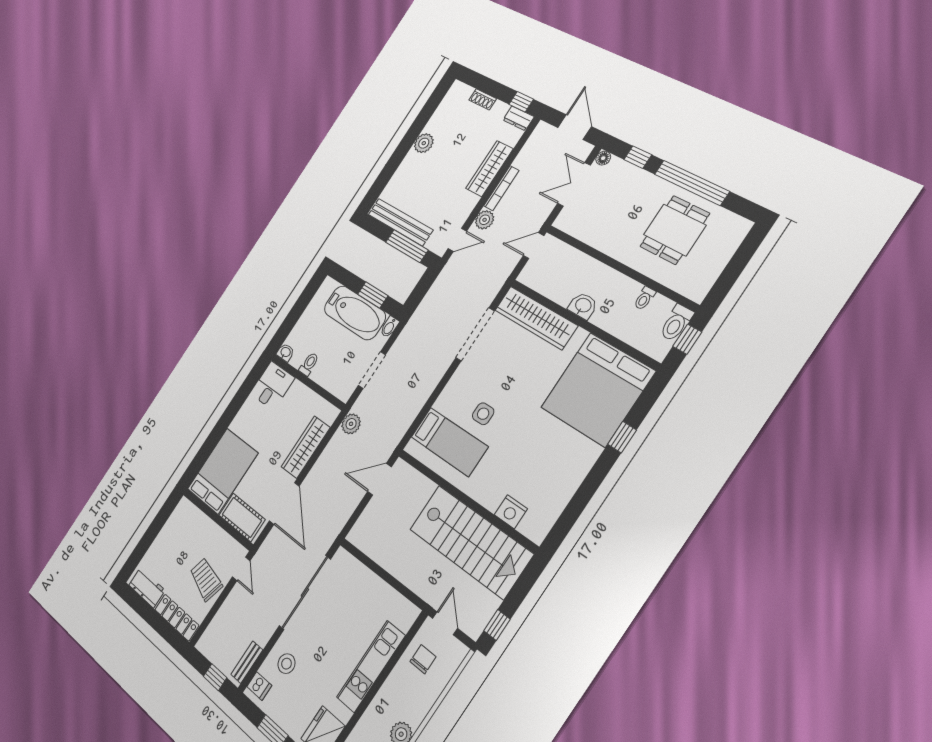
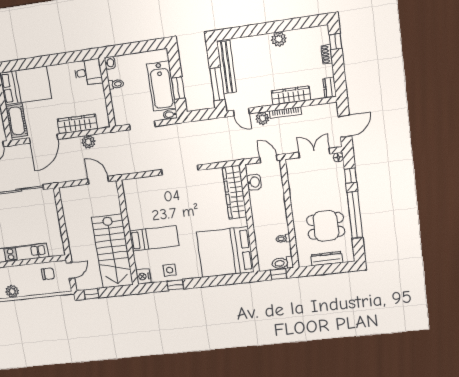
window: (521, 102) -> (335, 42), moved
dresser: (720, 258) -> (327, 259), added
washbasin: (583, 306) -> (254, 182), moved
doorway: (475, 334) -> (180, 170), moved
side table: (483, 414) -> (170, 270), moved
plant: (351, 424) -> (88, 142), moved
window: (622, 437) -> (175, 285), moved
bed: (449, 442) -> (154, 238), moved, turned -90
nightstand: (511, 512) -> (143, 276), moved

